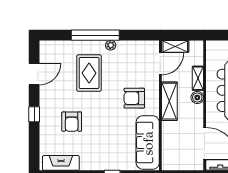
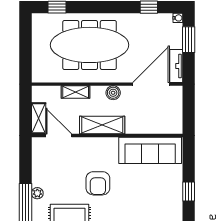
armchair: (134, 98) -> (98, 183), moved
boiler: (197, 98) -> (113, 93), moved

